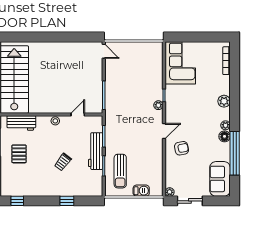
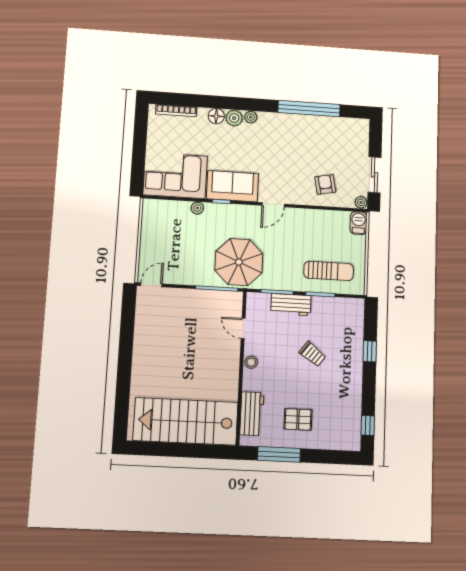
plant: (158, 105) -> (197, 208), moved
parasol: (123, 109) -> (239, 262), added
plant: (225, 125) -> (251, 117), moved
door: (164, 131) -> (273, 205), swing flipped
floor lamp: (224, 136) -> (216, 116), moved
armchair: (182, 148) -> (325, 184), moved
workbench: (96, 151) -> (291, 305), width x0.73
sofa: (220, 179) -> (232, 186), moved, turned 180
barbecue: (141, 191) -> (358, 223), moved

